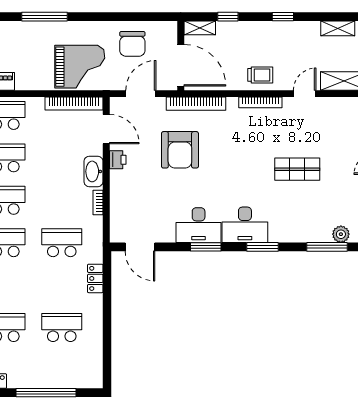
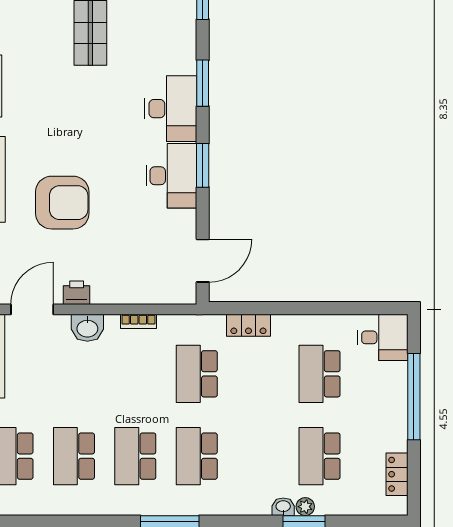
washbasin: (93, 171) -> (87, 328), width x0.72
desk: (87, 371) -> (383, 337), added

